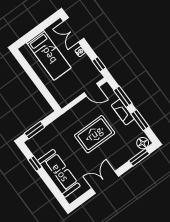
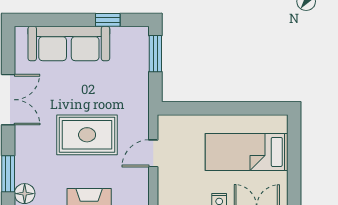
door: (92, 90) -> (153, 153), moved
rug: (95, 134) -> (87, 135), turned 90

